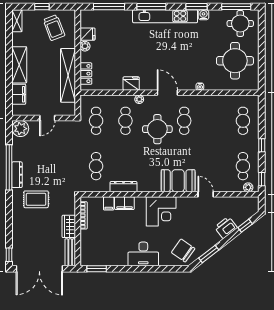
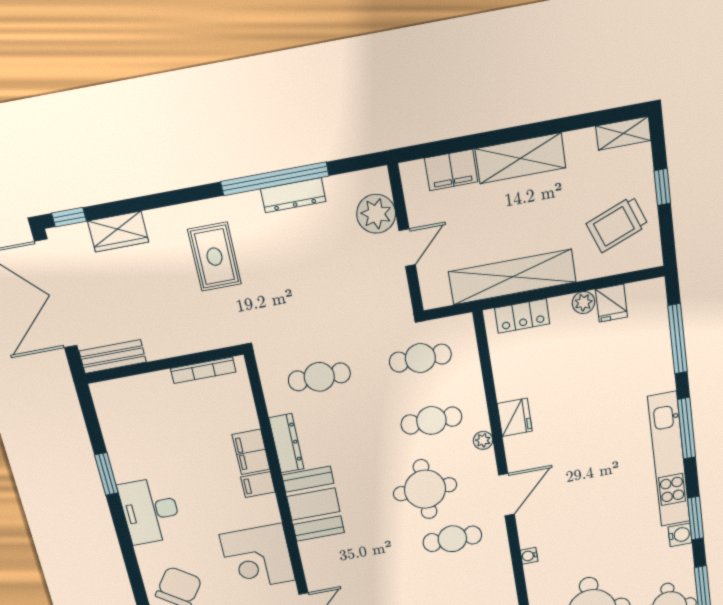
door: (47, 118) -> (407, 248), swing flipped
plant: (20, 129) -> (376, 214), moved
dresser: (17, 175) -> (293, 195), moved
booth: (178, 181) -> (313, 504), moved
filing cabinet: (109, 203) -> (258, 484), moved
corner desk: (161, 211) -> (257, 557), moved
wardrobe: (69, 226) -> (118, 232), moved, turned 180
window: (97, 269) -> (106, 474), moved

